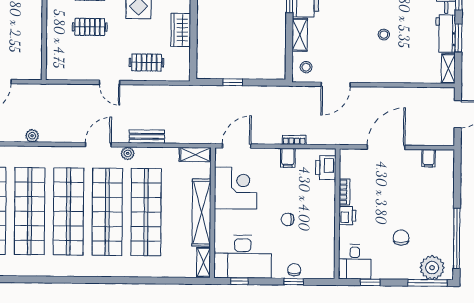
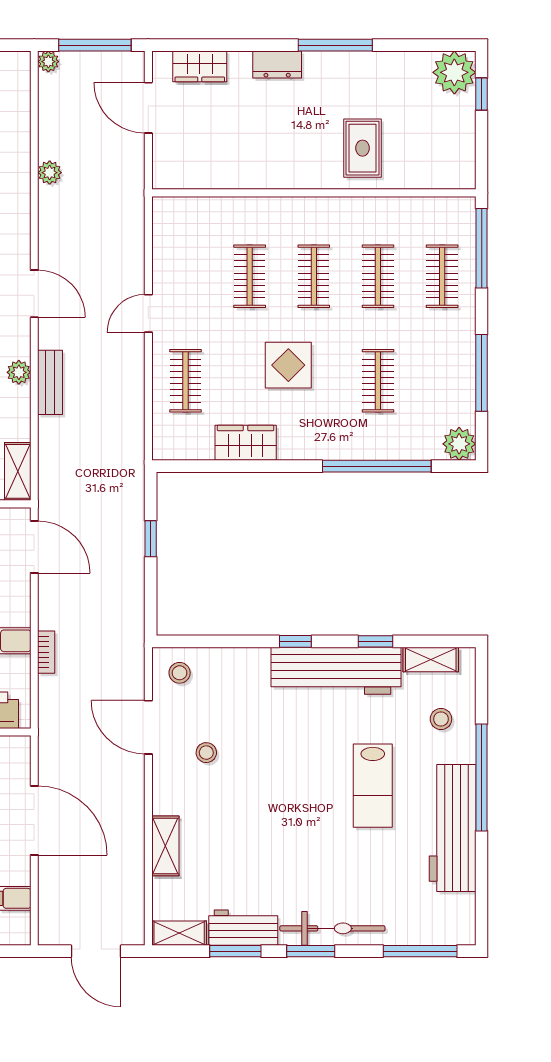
shelving: (300, 35) -> (165, 846), moved, turned 90
stool: (384, 35) -> (206, 753), moved
plant: (128, 153) -> (19, 372), moved

